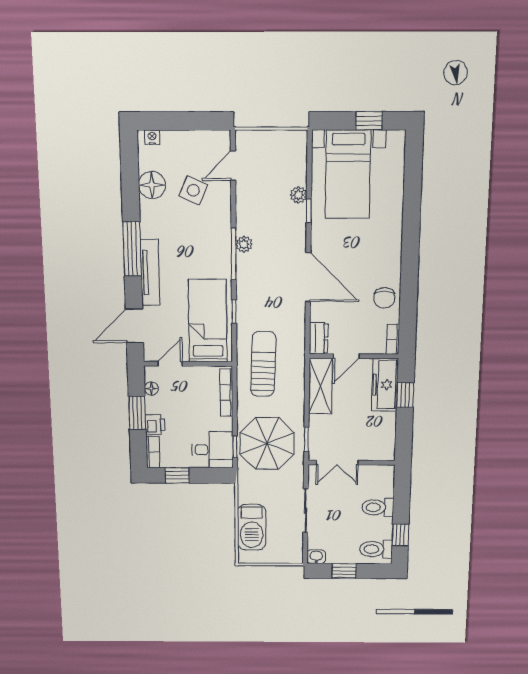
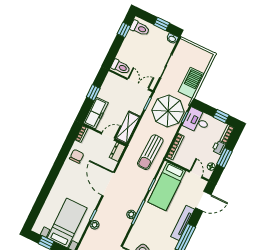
door: (170, 364) -> (196, 174), swing flipped
window: (405, 395) -> (93, 93), moved
toilet: (378, 507) -> (121, 67), moved
barbecue: (252, 527) -> (191, 83), moved

